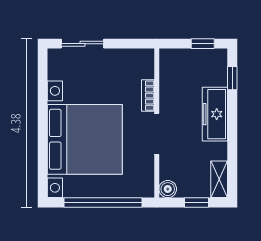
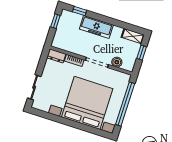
dresser: (146, 63) -> (56, 56), added
boiler: (168, 189) -> (117, 62), moved

